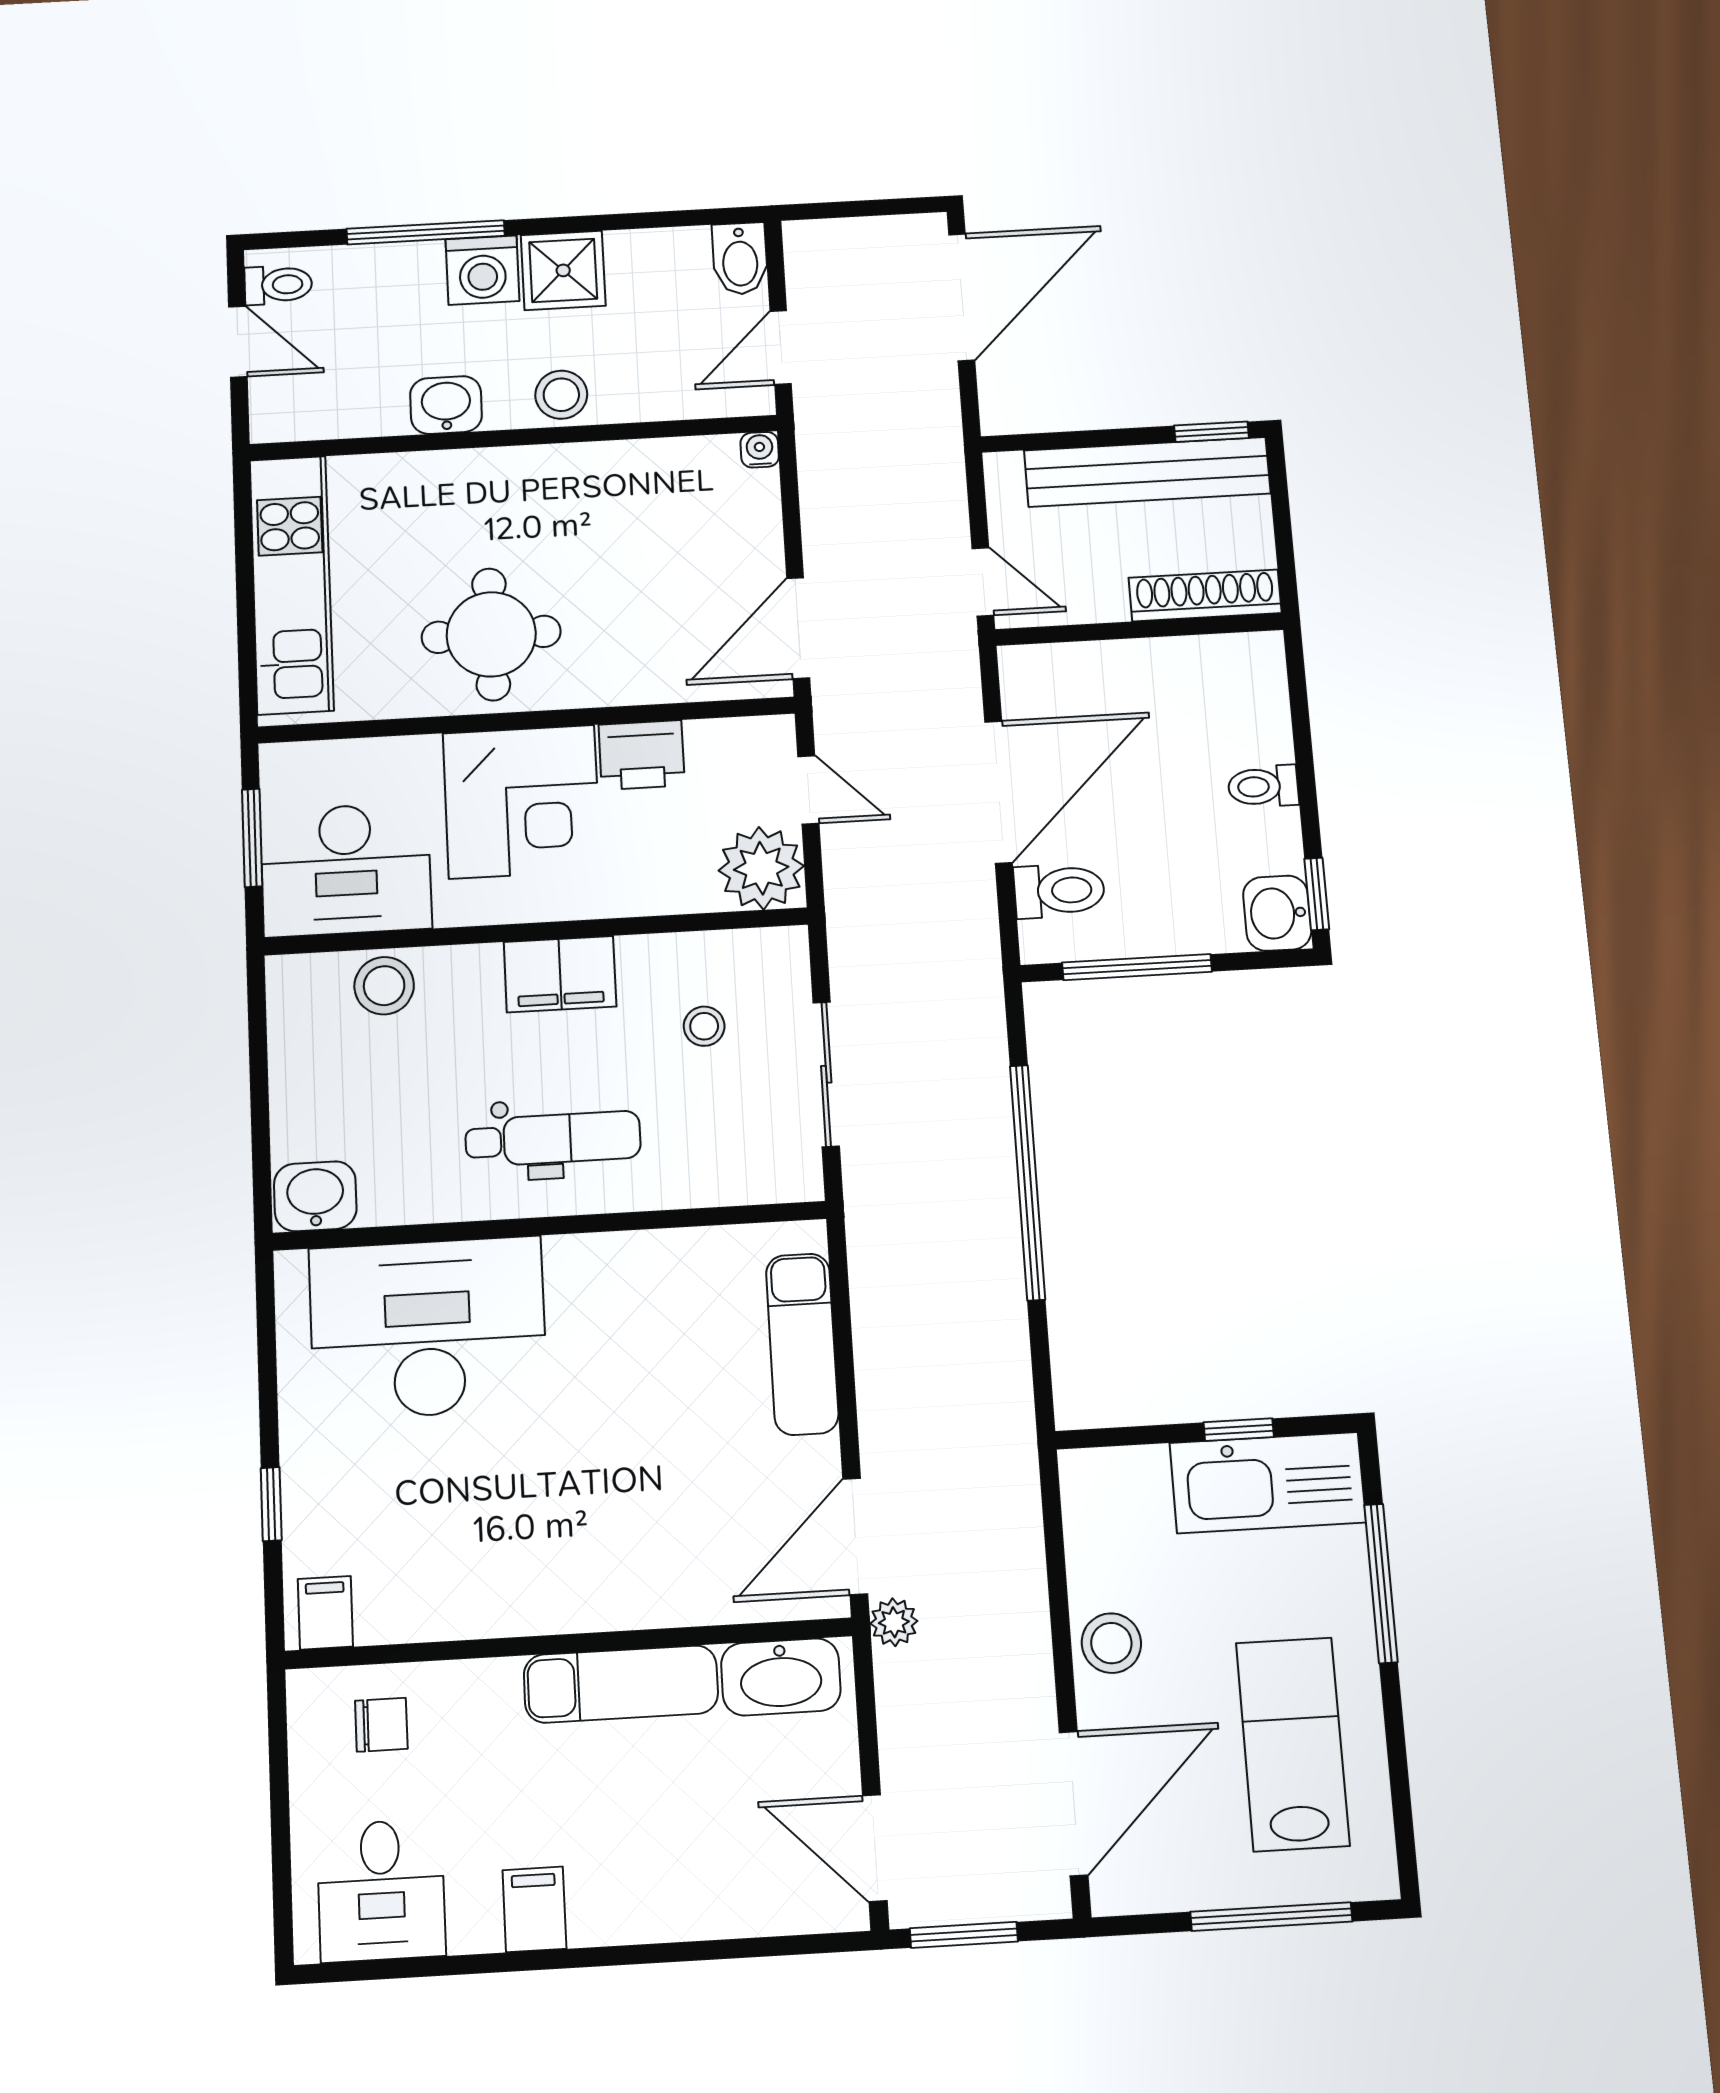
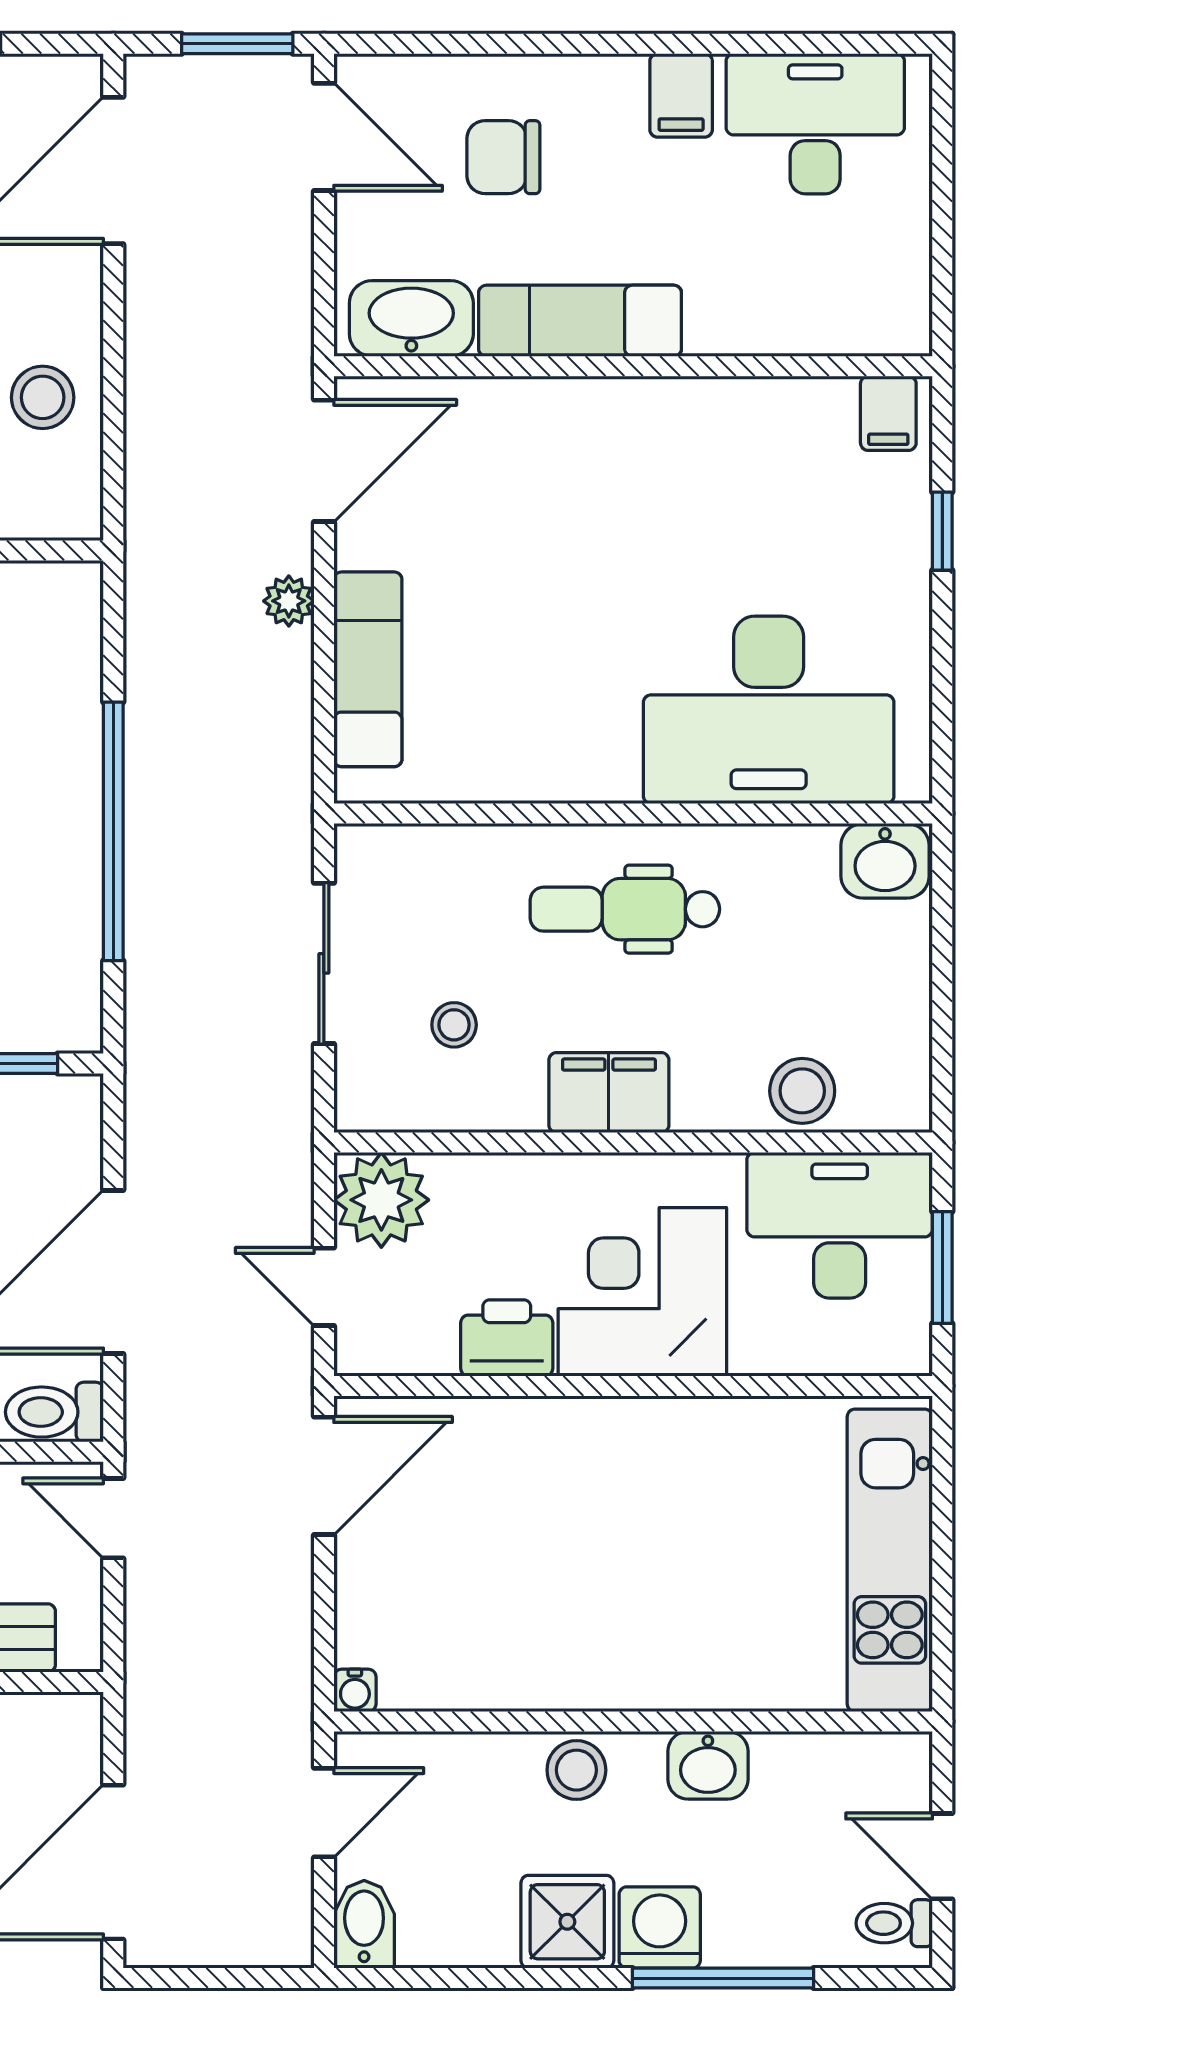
round table: (491, 634) -> (668, 1489), removed
toilet: (1059, 891) -> (54, 1412), moved
plant: (894, 1622) -> (289, 601), moved
stool: (1111, 1643) -> (43, 397), moved
chair: (381, 1725) -> (503, 157), moved, width x1.37, depth x1.37
desk: (381, 1890) -> (815, 124), width x1.37

